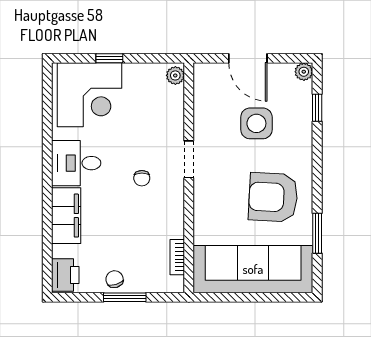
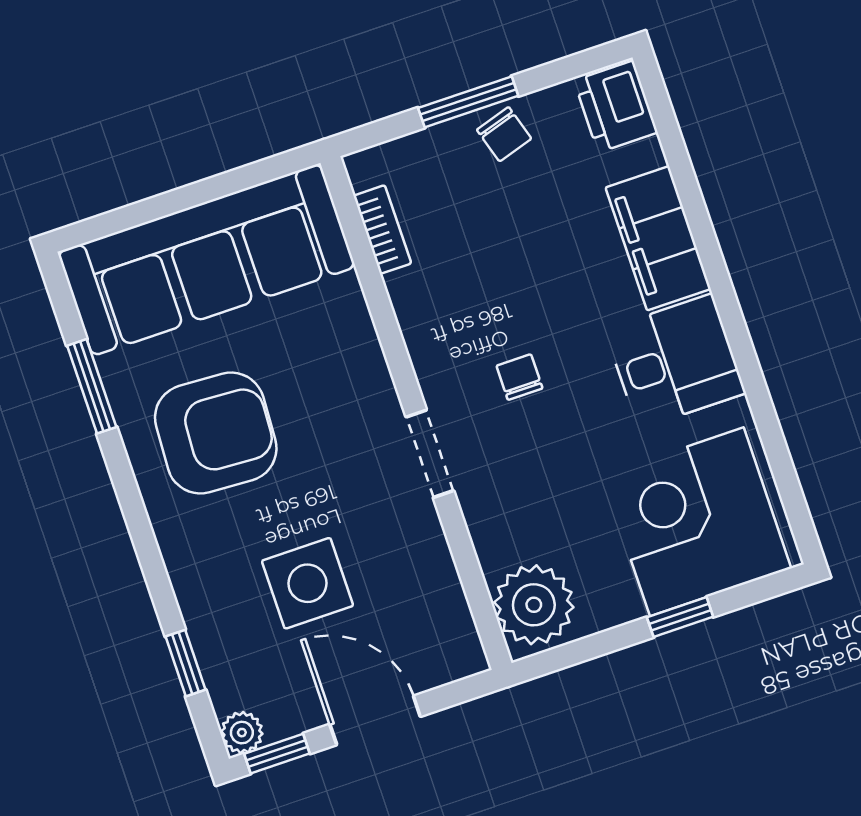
window: (292, 58) -> (277, 754), added
plant: (175, 75) -> (534, 605), width x1.88, depth x1.88

